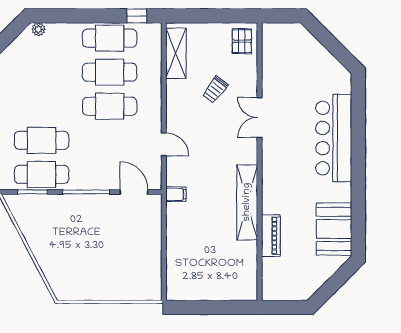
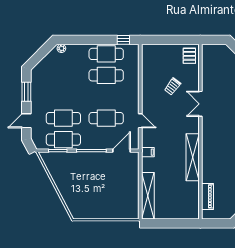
shelving: (176, 53) -> (148, 196), moved, width x1.47
cafe table: (110, 106) -> (106, 118), moved
door: (134, 192) -> (122, 151), hinge flipped
piano: (271, 236) -> (208, 196), moved

